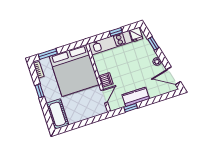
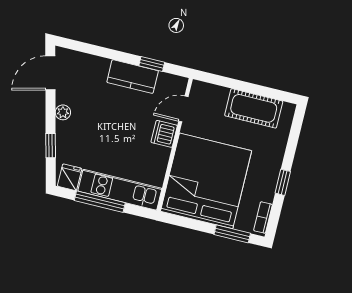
window: (116, 32) -> (100, 202), width x2.17
door: (173, 76) -> (50, 73), swing flipped
cot: (58, 114) -> (254, 108), moved, turned 90

